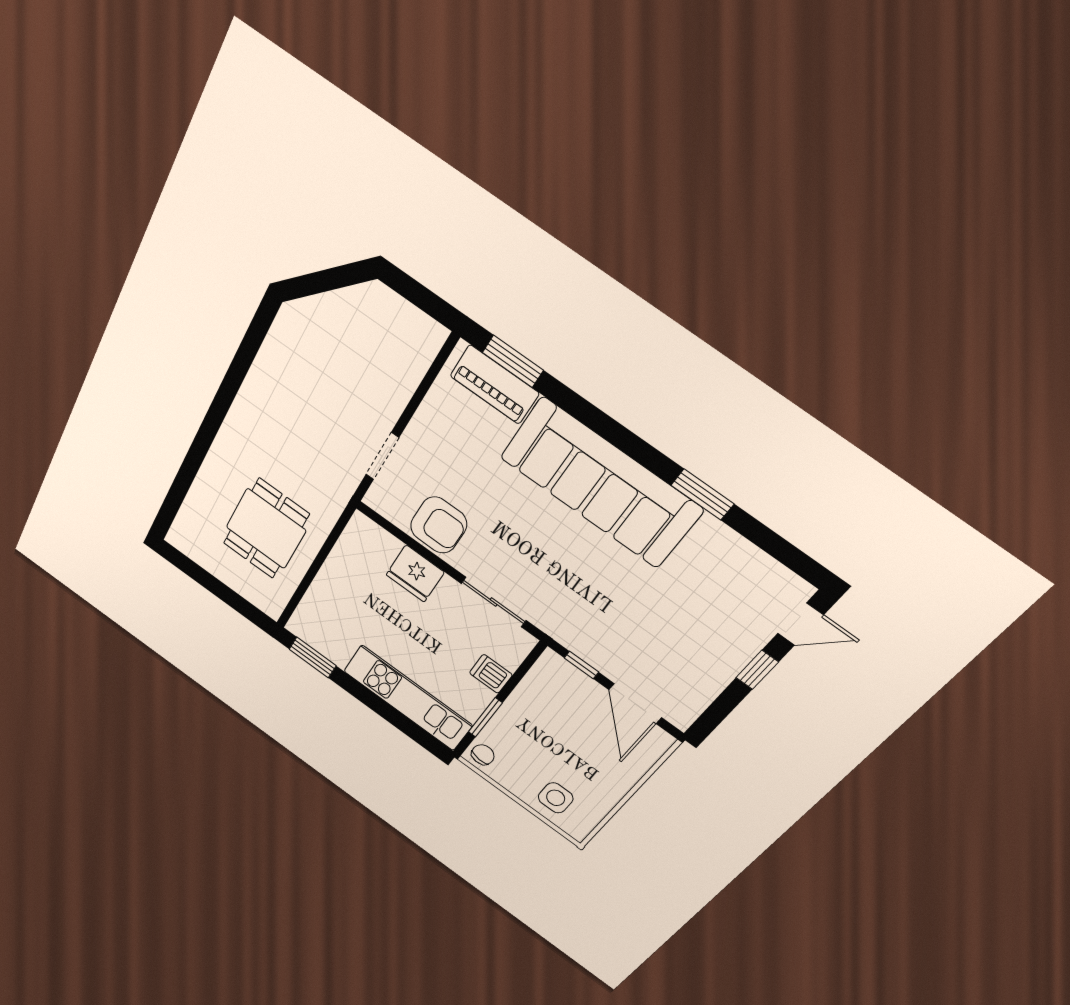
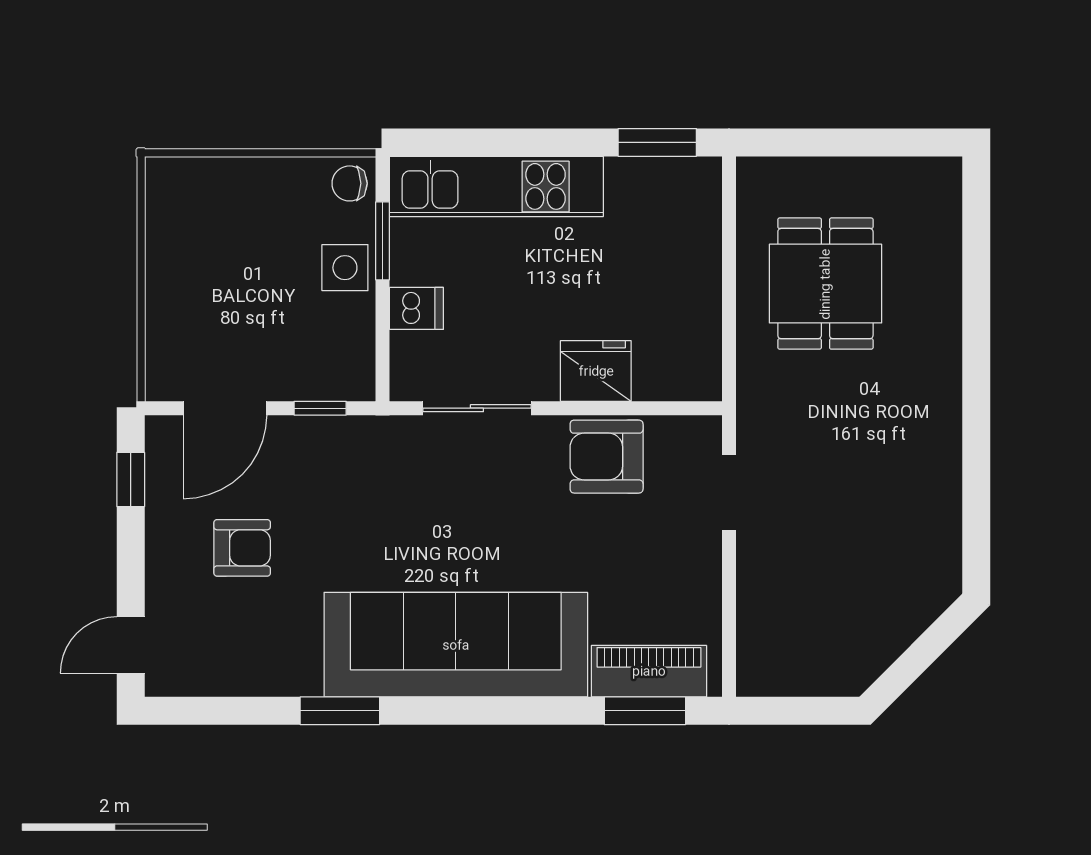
armchair: (686, 627) -> (242, 548), added
window: (757, 670) -> (131, 479), moved
door: (635, 704) -> (225, 408), swing flipped
chair: (483, 755) -> (350, 183), turned 85
side table: (556, 798) -> (345, 268), moved

